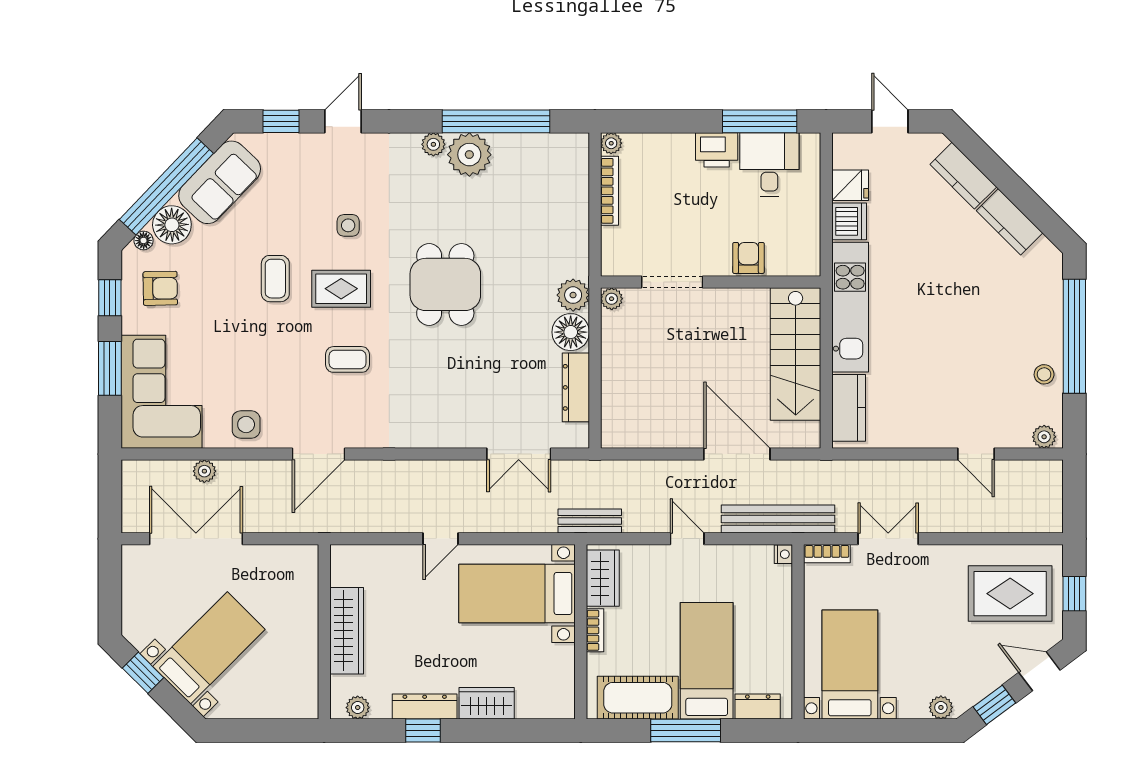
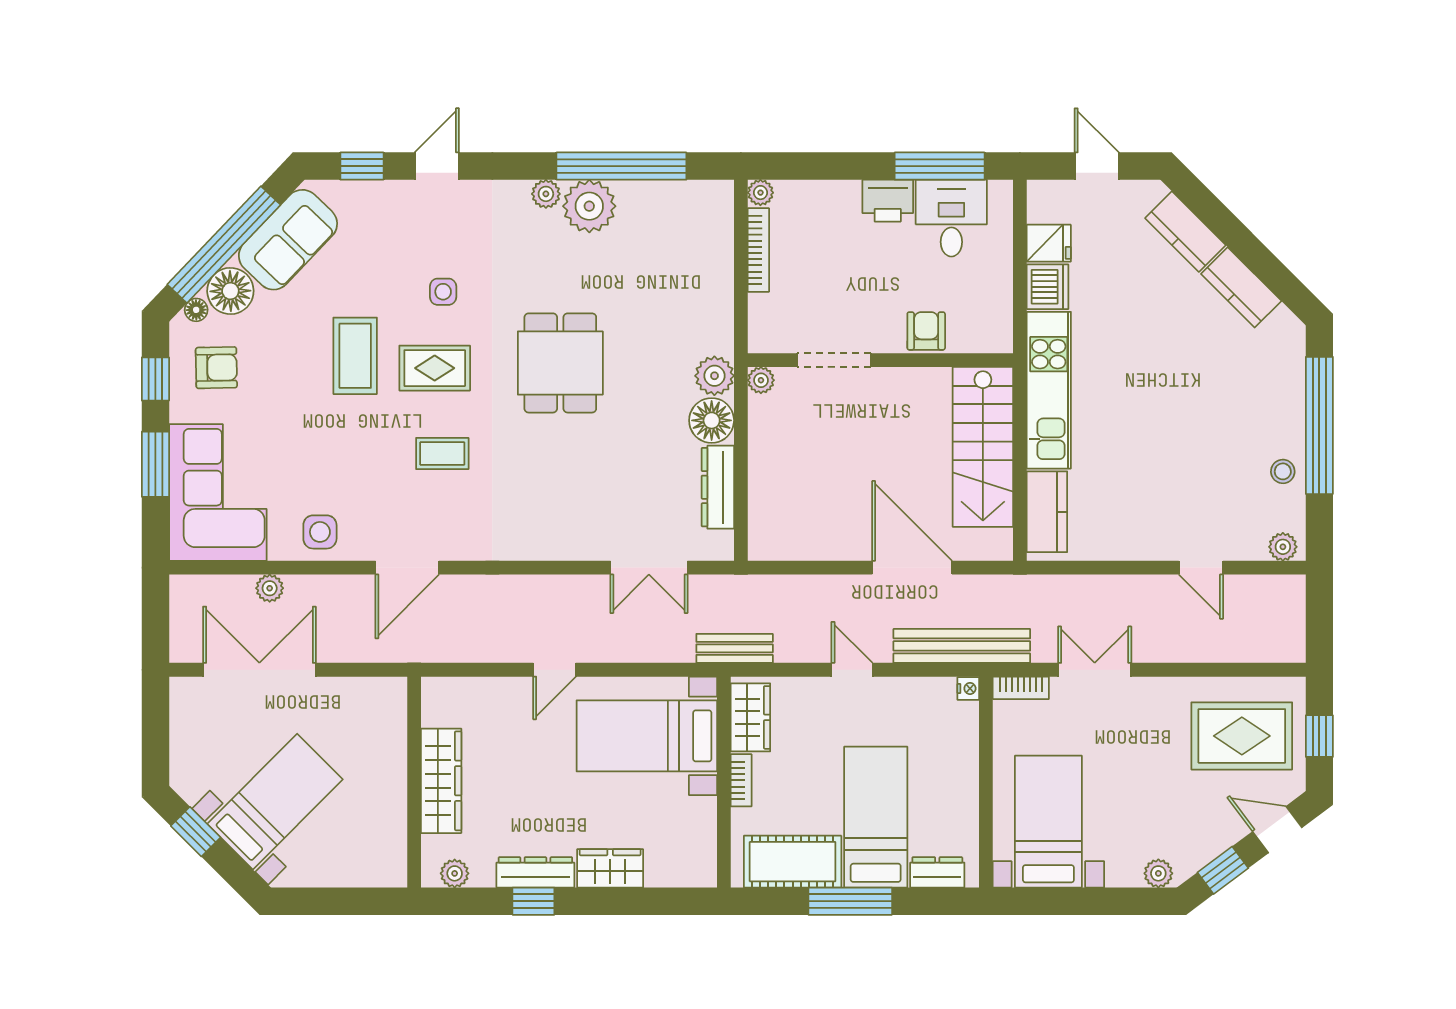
coffee table: (275, 279) -> (355, 356), width x1.36, depth x1.30

